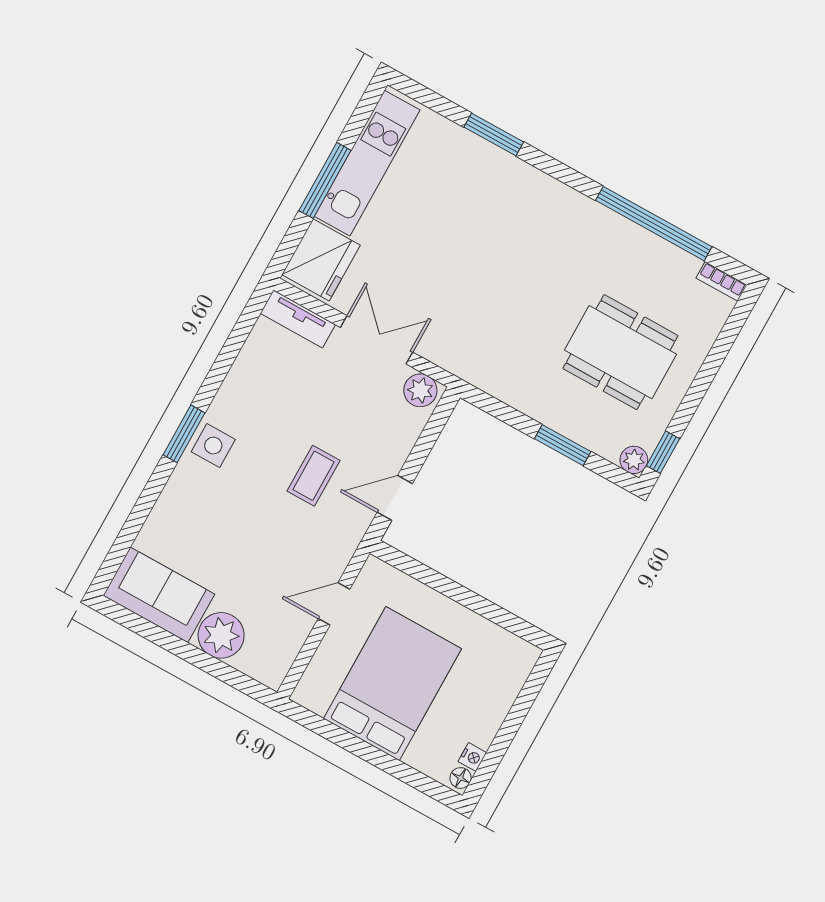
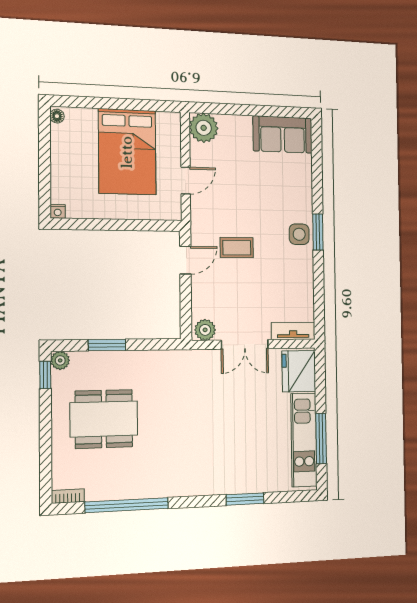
window: (325, 180) -> (321, 439), moved
coffee table: (313, 476) -> (237, 248), turned 90
plant: (221, 635) -> (204, 128), moved
nightstand: (472, 757) -> (58, 211), moved, turned -90

